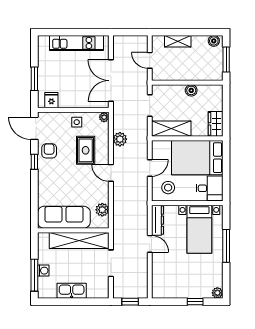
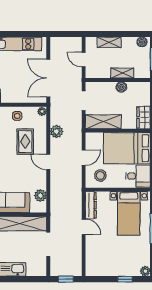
shelving: (192, 75) -> (122, 73), added

